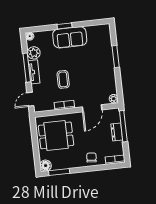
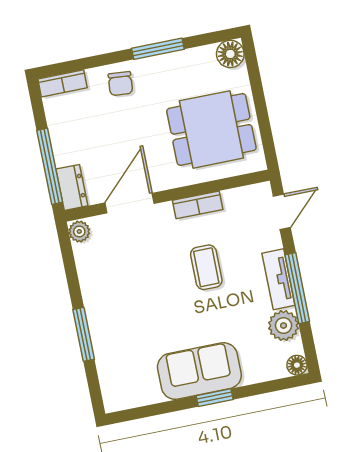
dresser: (117, 132) -> (72, 187), moved
window: (59, 172) -> (158, 49), moved

